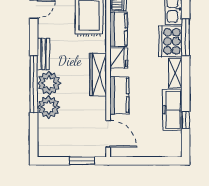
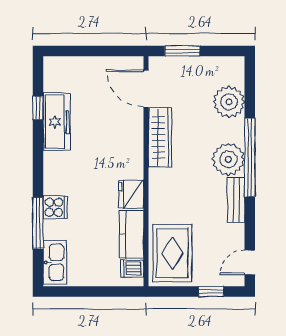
cooker: (171, 41) -> (55, 207), width x0.53, depth x0.76
shelving: (175, 73) -> (53, 173), removed
wardrobe: (98, 75) -> (160, 137), moved
kitchen counter: (119, 95) -> (130, 142), removed
plant: (49, 107) -> (229, 102), moved

